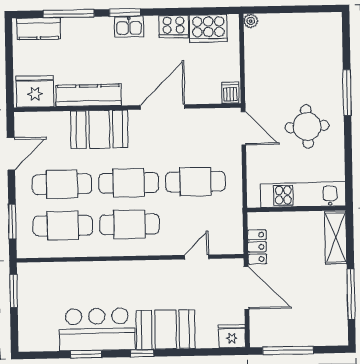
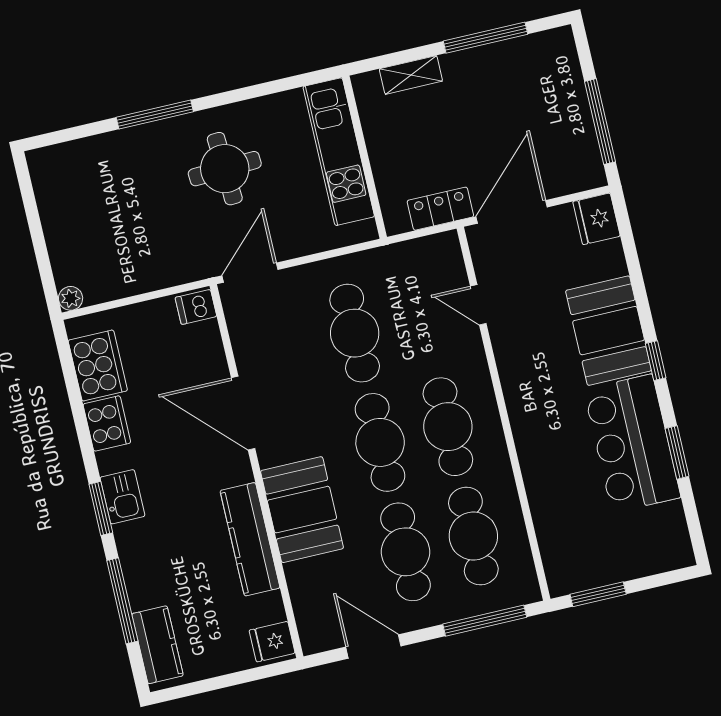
fridge: (35, 91) -> (272, 642), width x0.53, depth x0.75
window: (12, 222) -> (485, 621), width x1.44
shelving: (336, 238) -> (411, 75), width x0.67, depth x0.75

